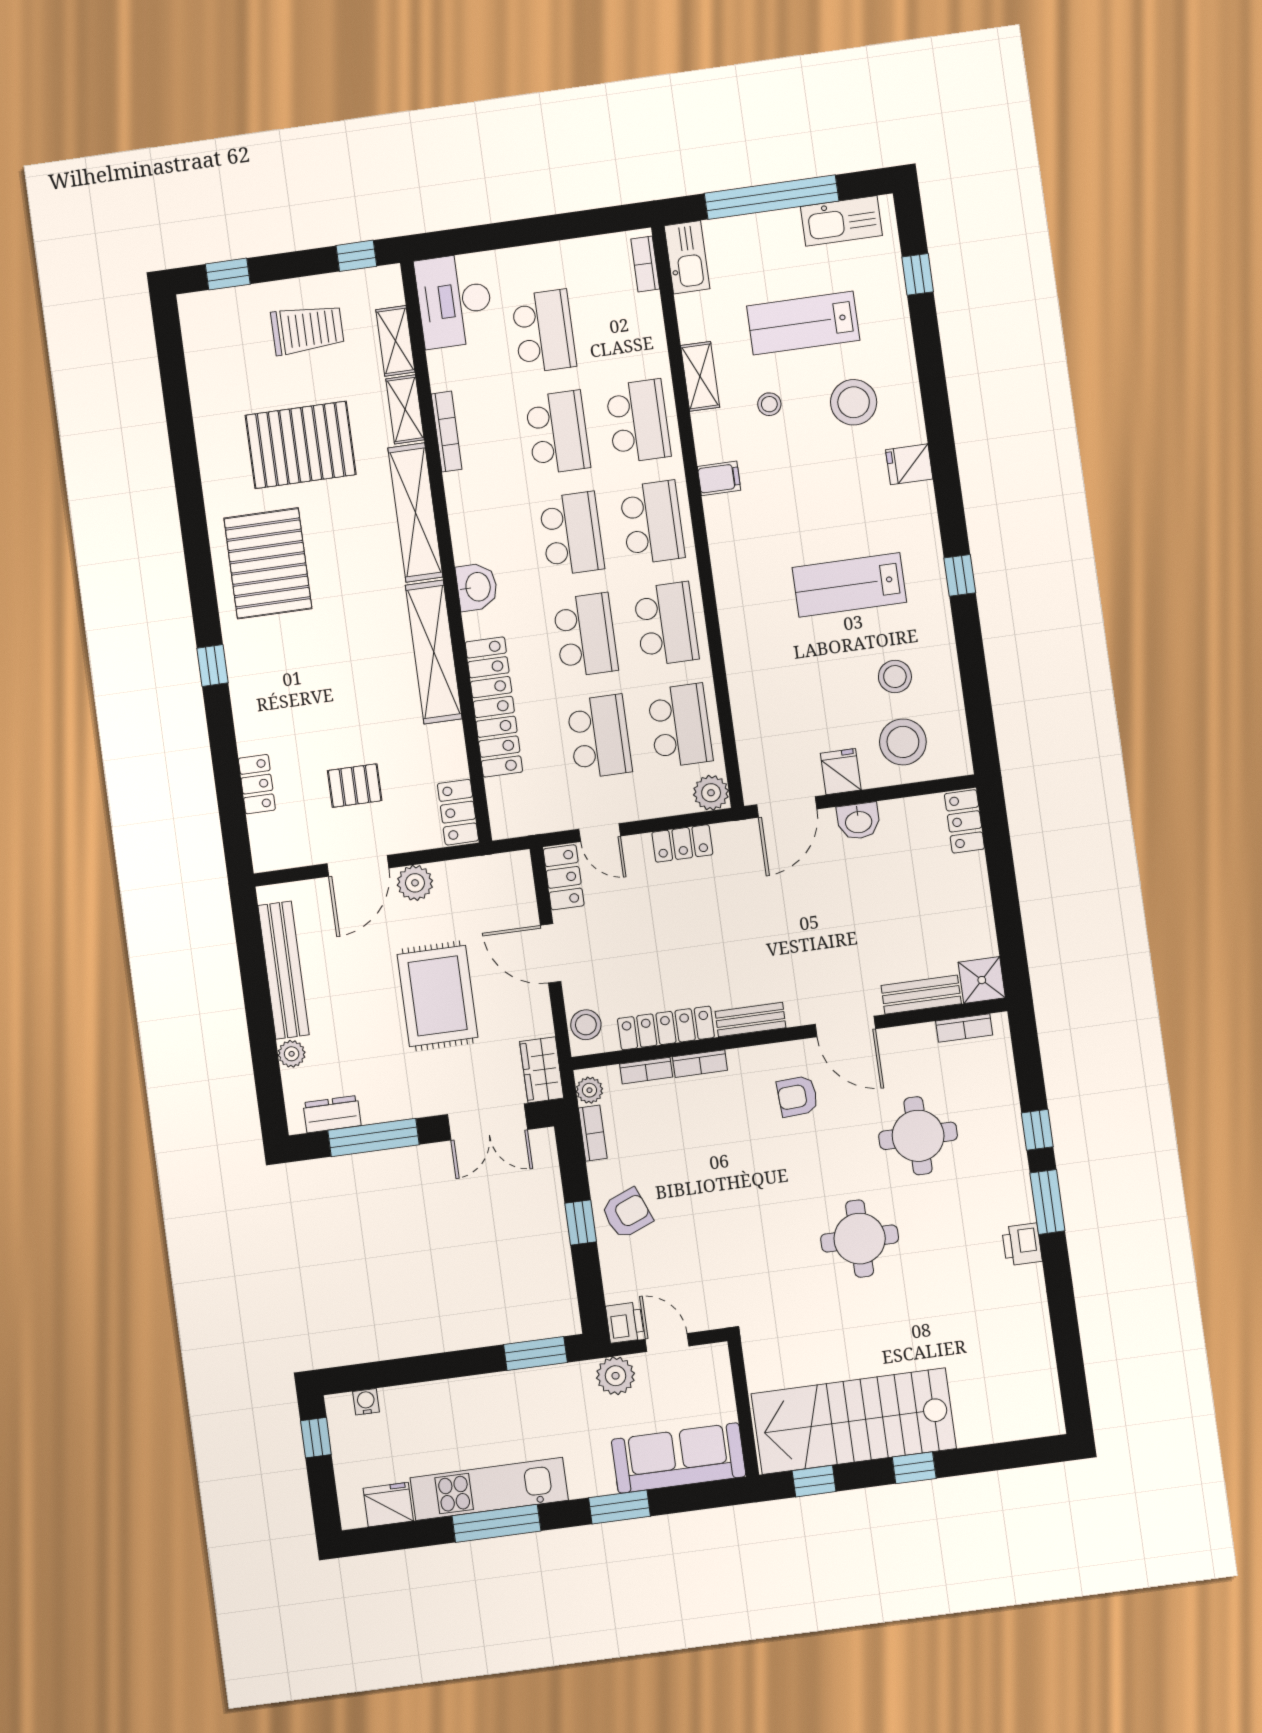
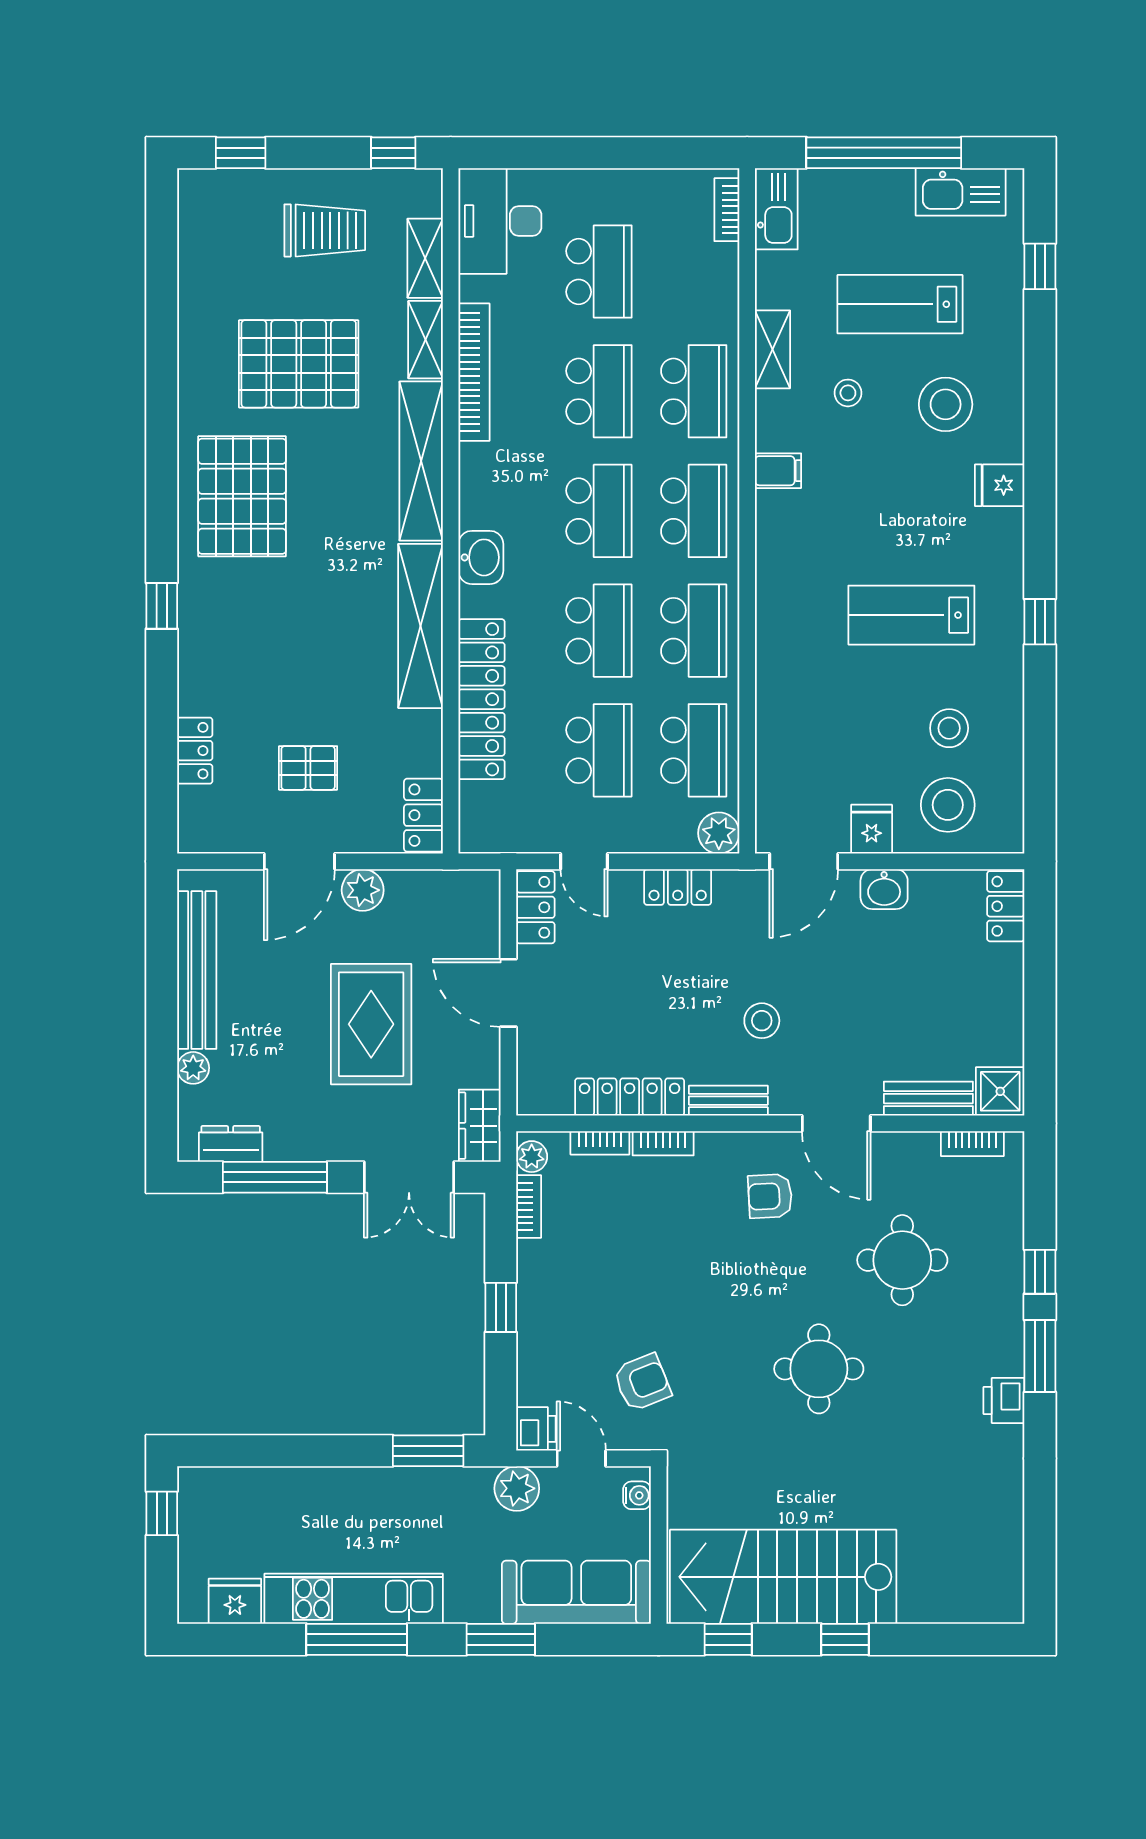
bookcase: (447, 432) -> (474, 372), width x1.48, depth x1.31
stool: (586, 1025) -> (762, 1021), moved
armchair: (627, 1213) -> (642, 1382), moved
water cooler: (366, 1402) -> (637, 1495), moved, turned 90

